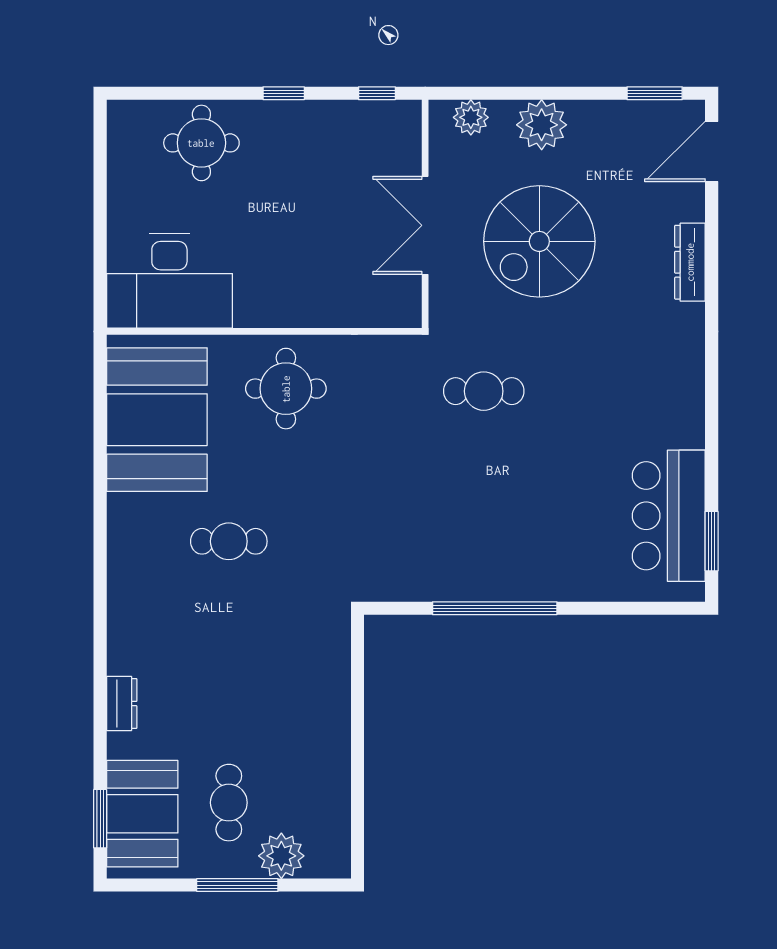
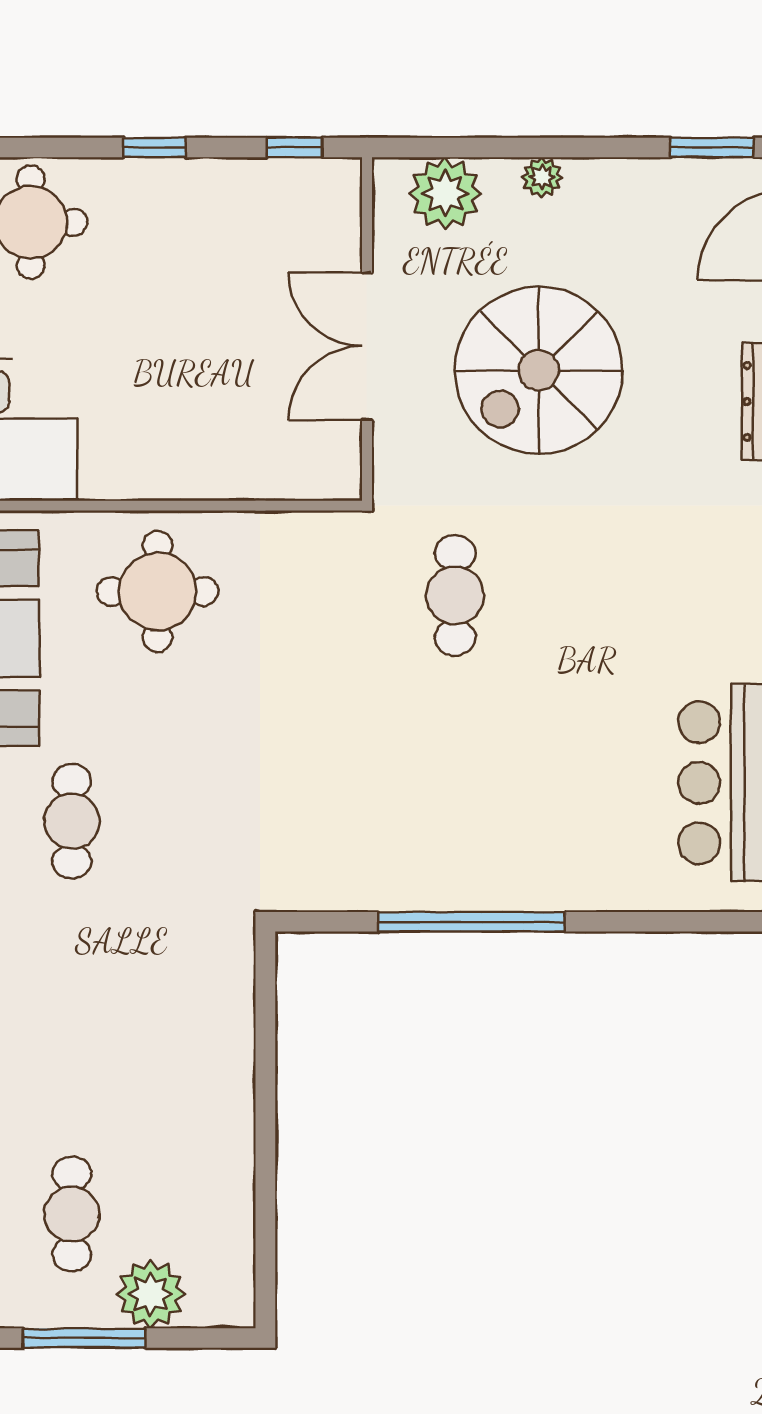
plant: (471, 117) -> (445, 193), width x1.36, depth x1.36
plant: (542, 125) -> (542, 177), width x0.53, depth x0.53
cafe table: (484, 391) -> (455, 595), turned 90
cafe table: (229, 541) -> (72, 821), turned 90

